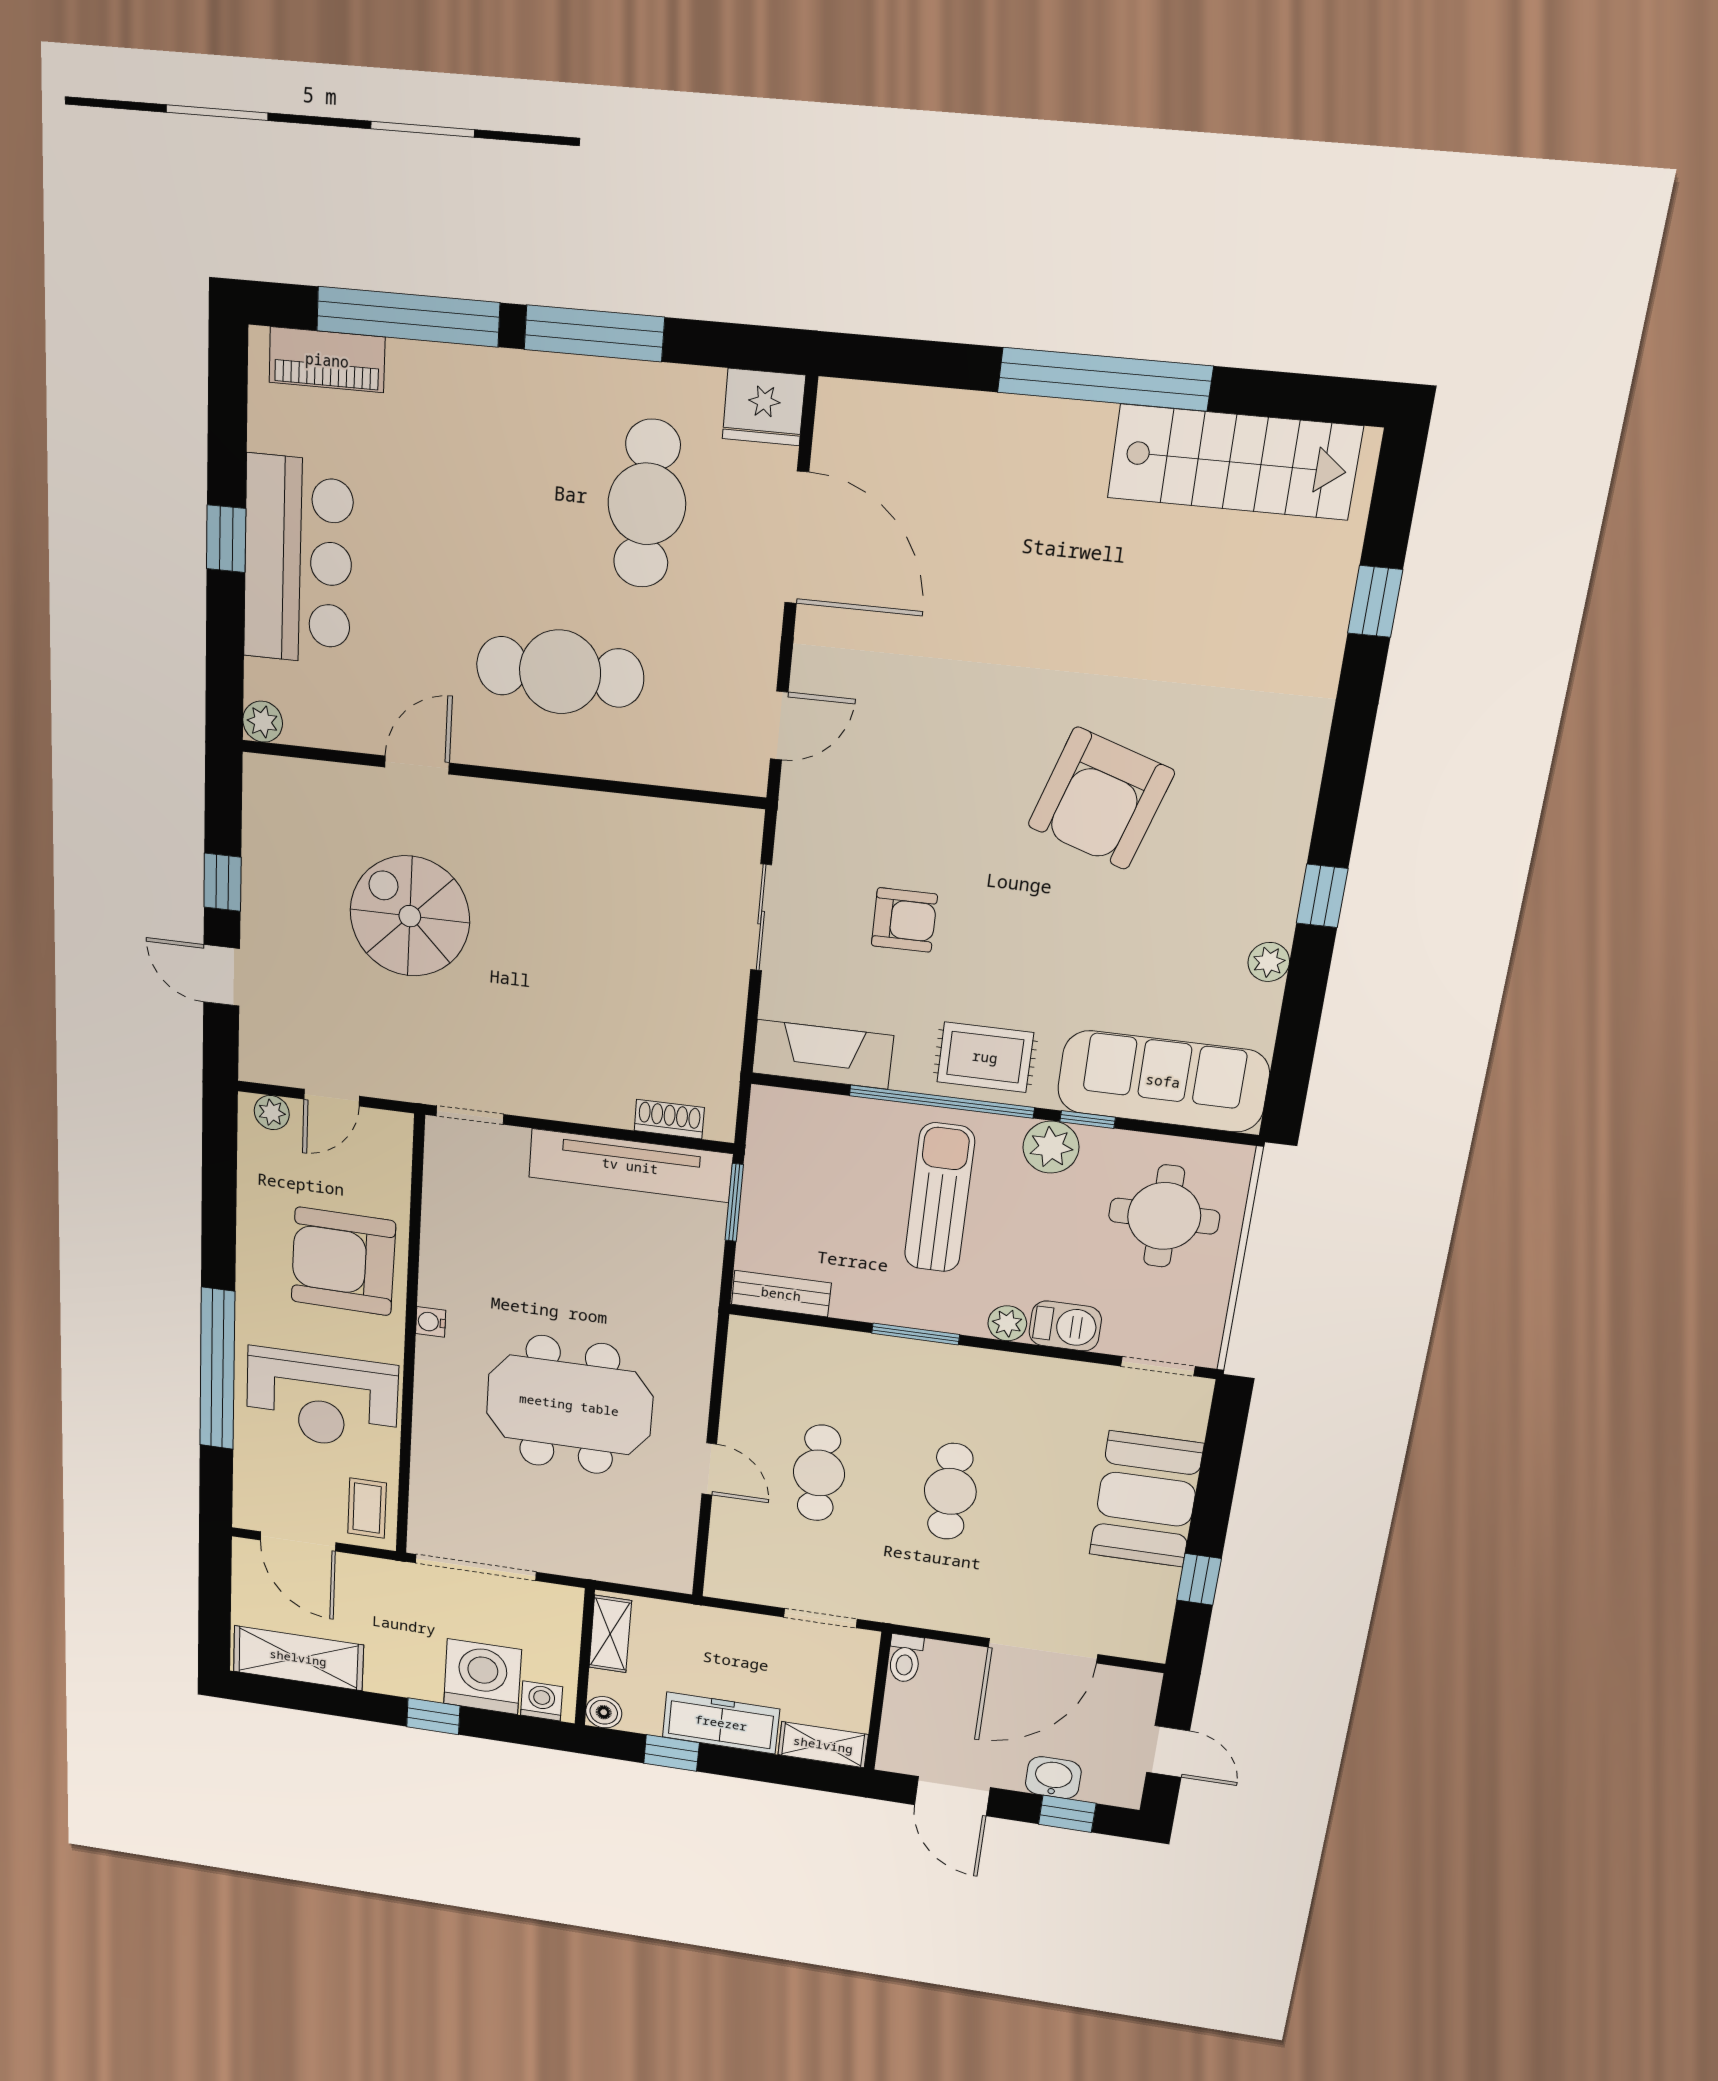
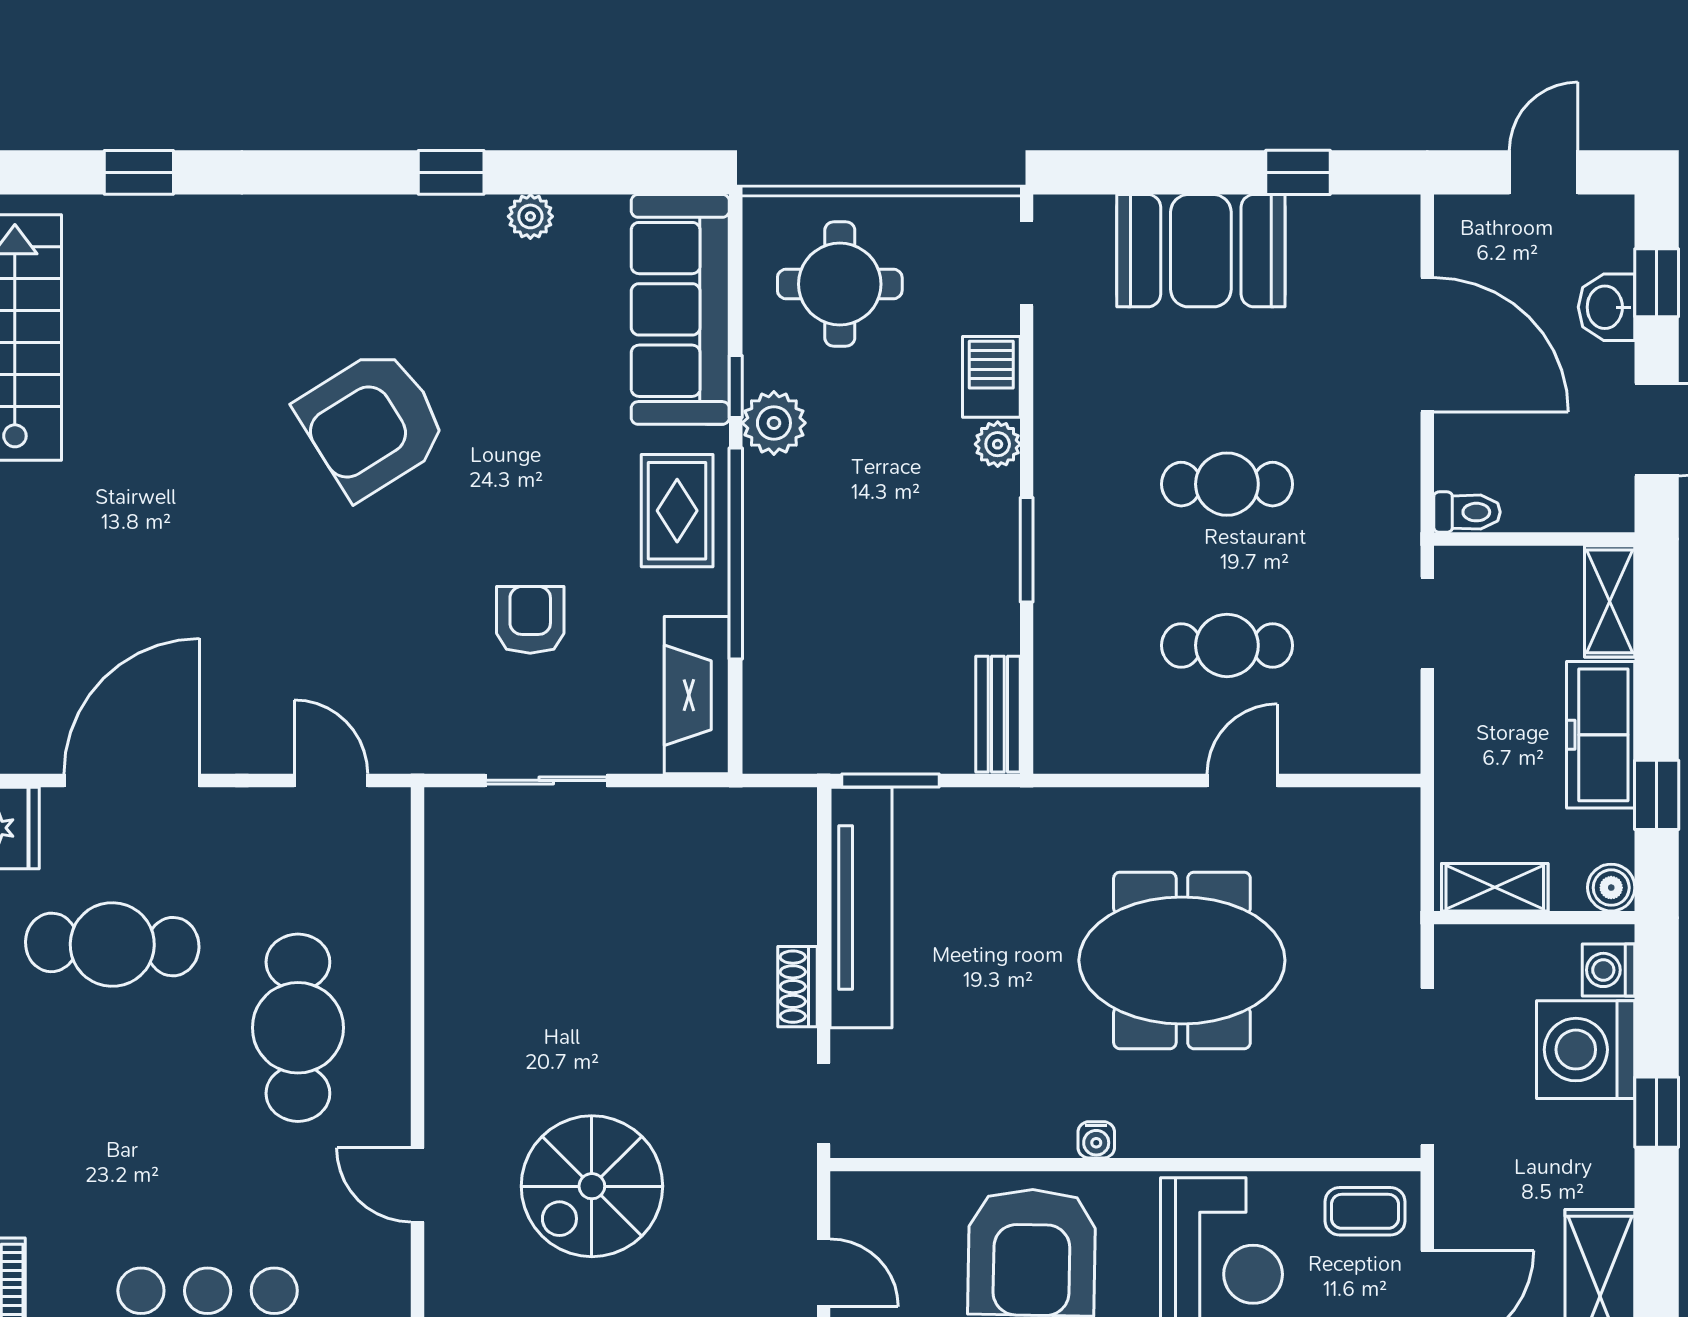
armchair: (1101, 799) -> (372, 423), turned 130
shoe rack: (669, 1119) -> (797, 987), moved
sun lounger: (940, 1198) -> (852, 542), removed
meeting table: (569, 1405) -> (1182, 960), turned 90

